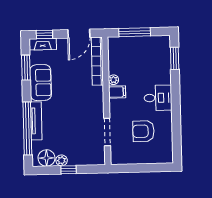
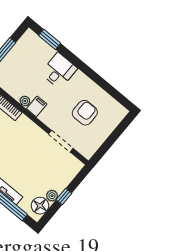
desk: (158, 98) -> (59, 71), moved
armchair: (143, 131) -> (85, 113), turned 180

